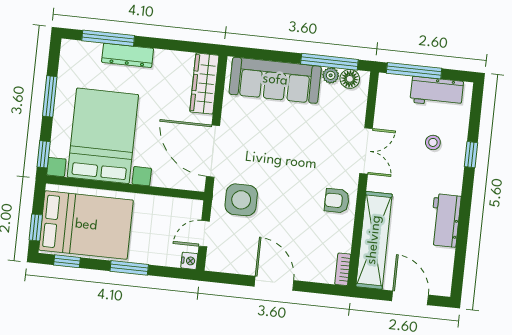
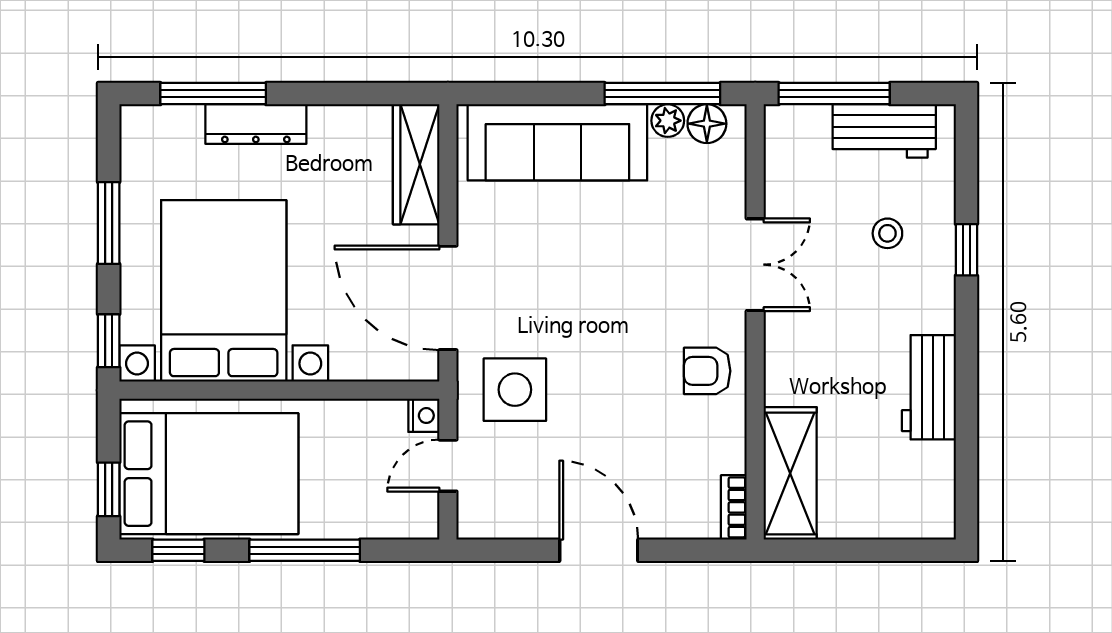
shelving: (374, 240) -> (790, 473), width x0.68
nightstand: (189, 261) -> (424, 416), moved
window: (129, 268) -> (305, 550), width x1.44
door: (410, 298) -> (875, 550), removed

